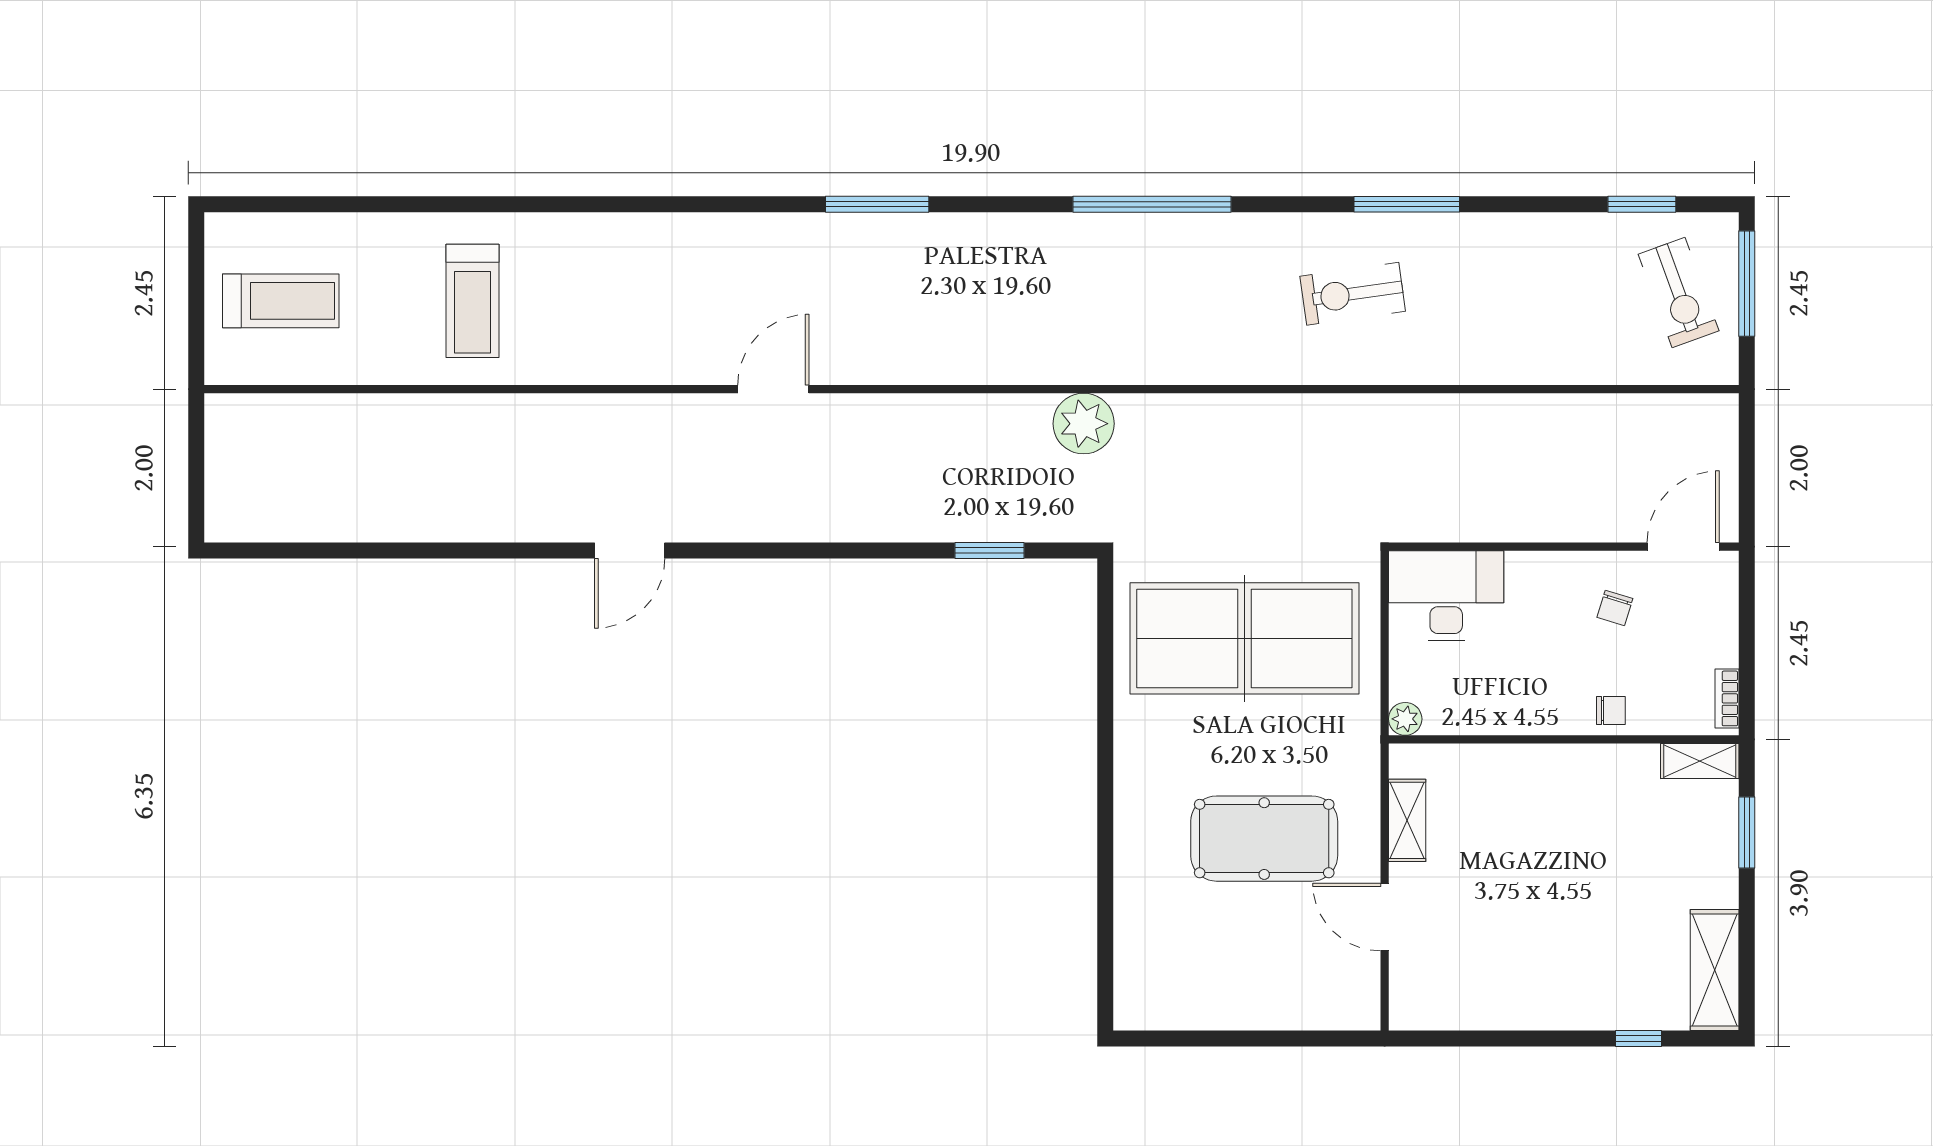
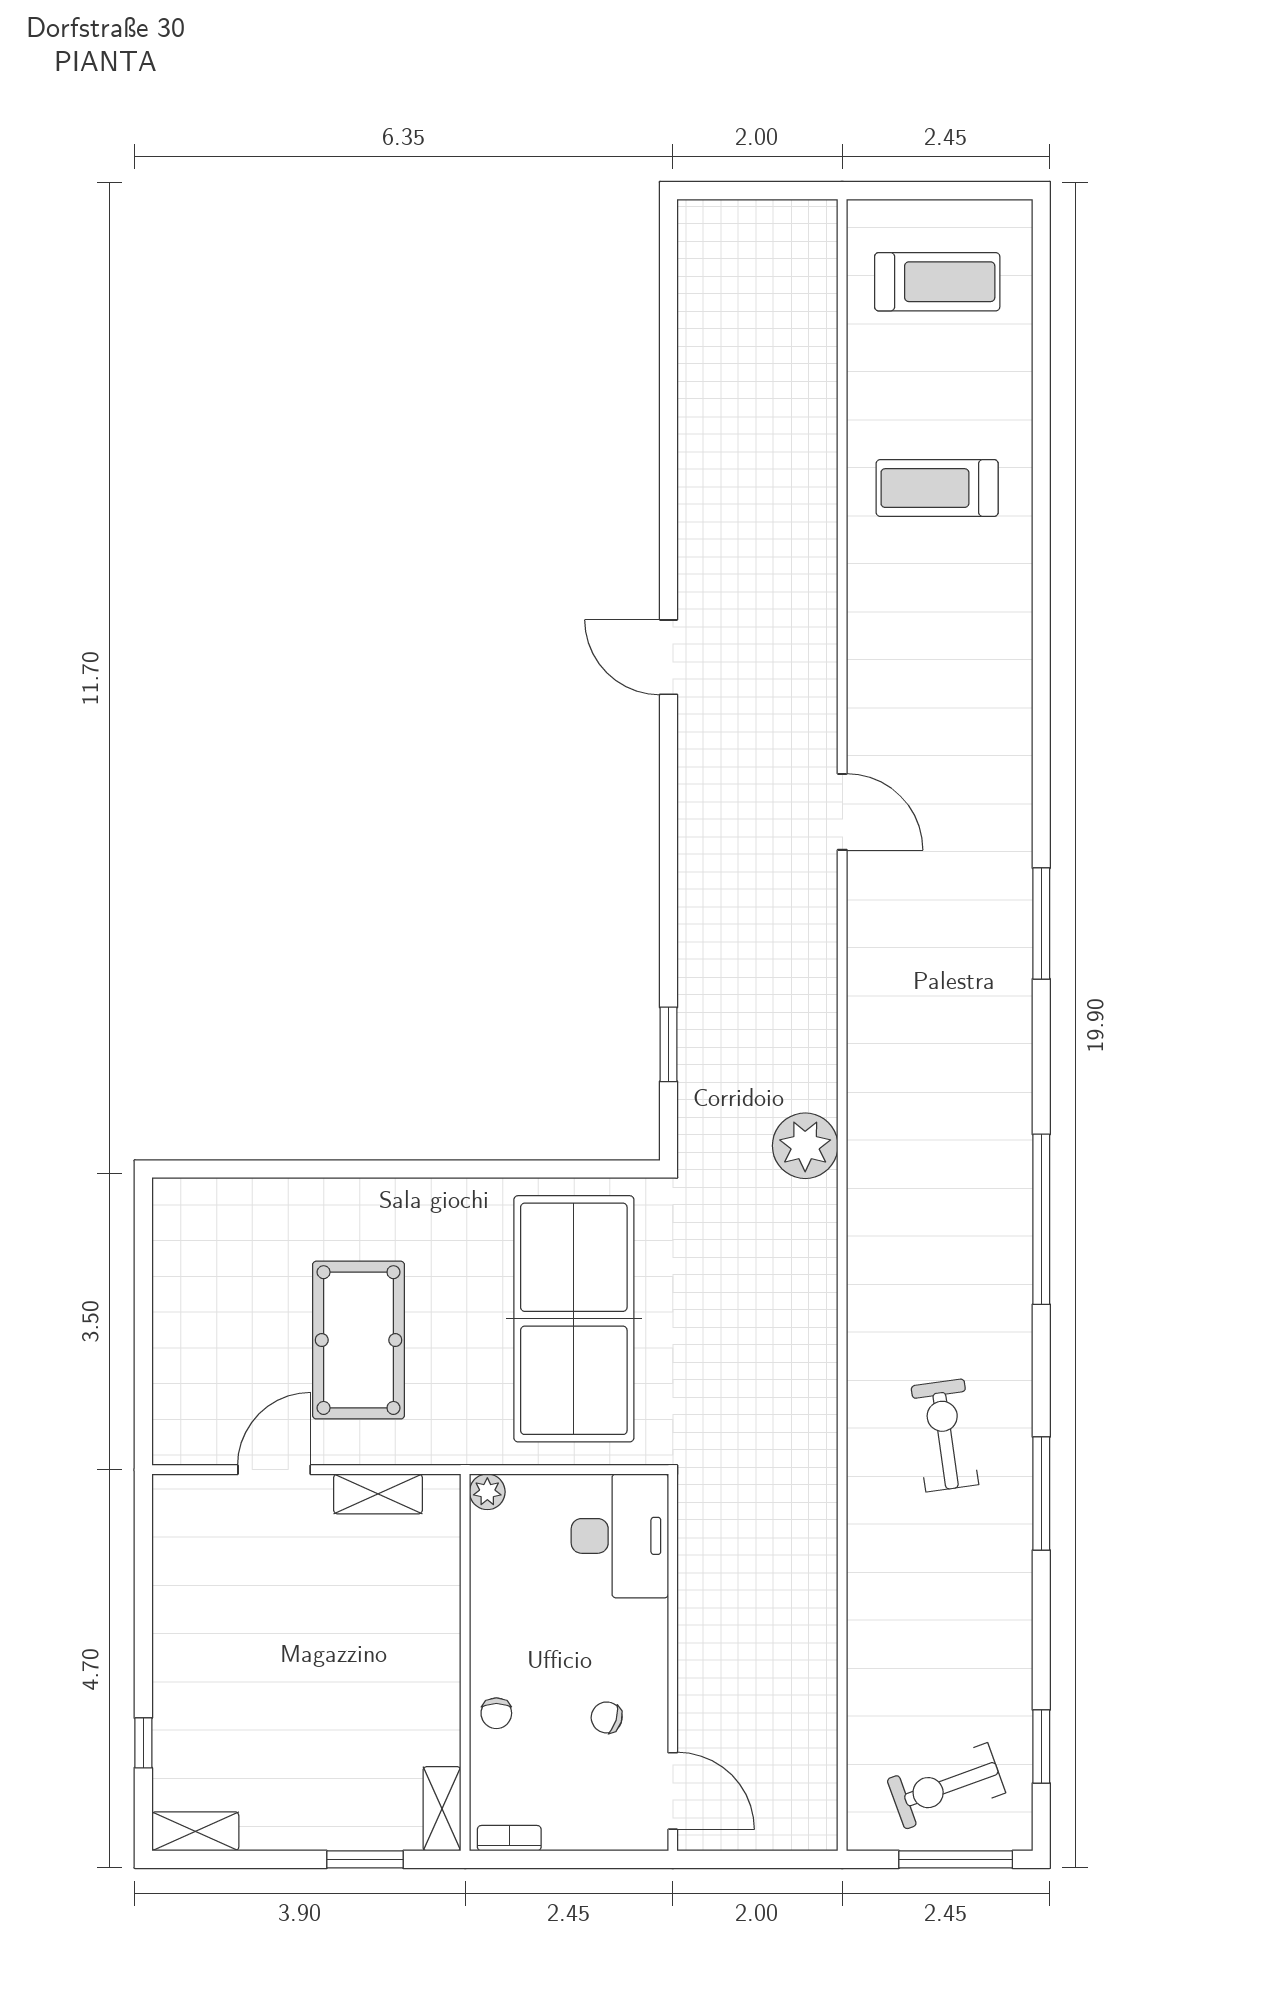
treadmill: (281, 301) -> (937, 282), turned -90
shelving: (1715, 970) -> (195, 1831), width x0.67, depth x0.75

